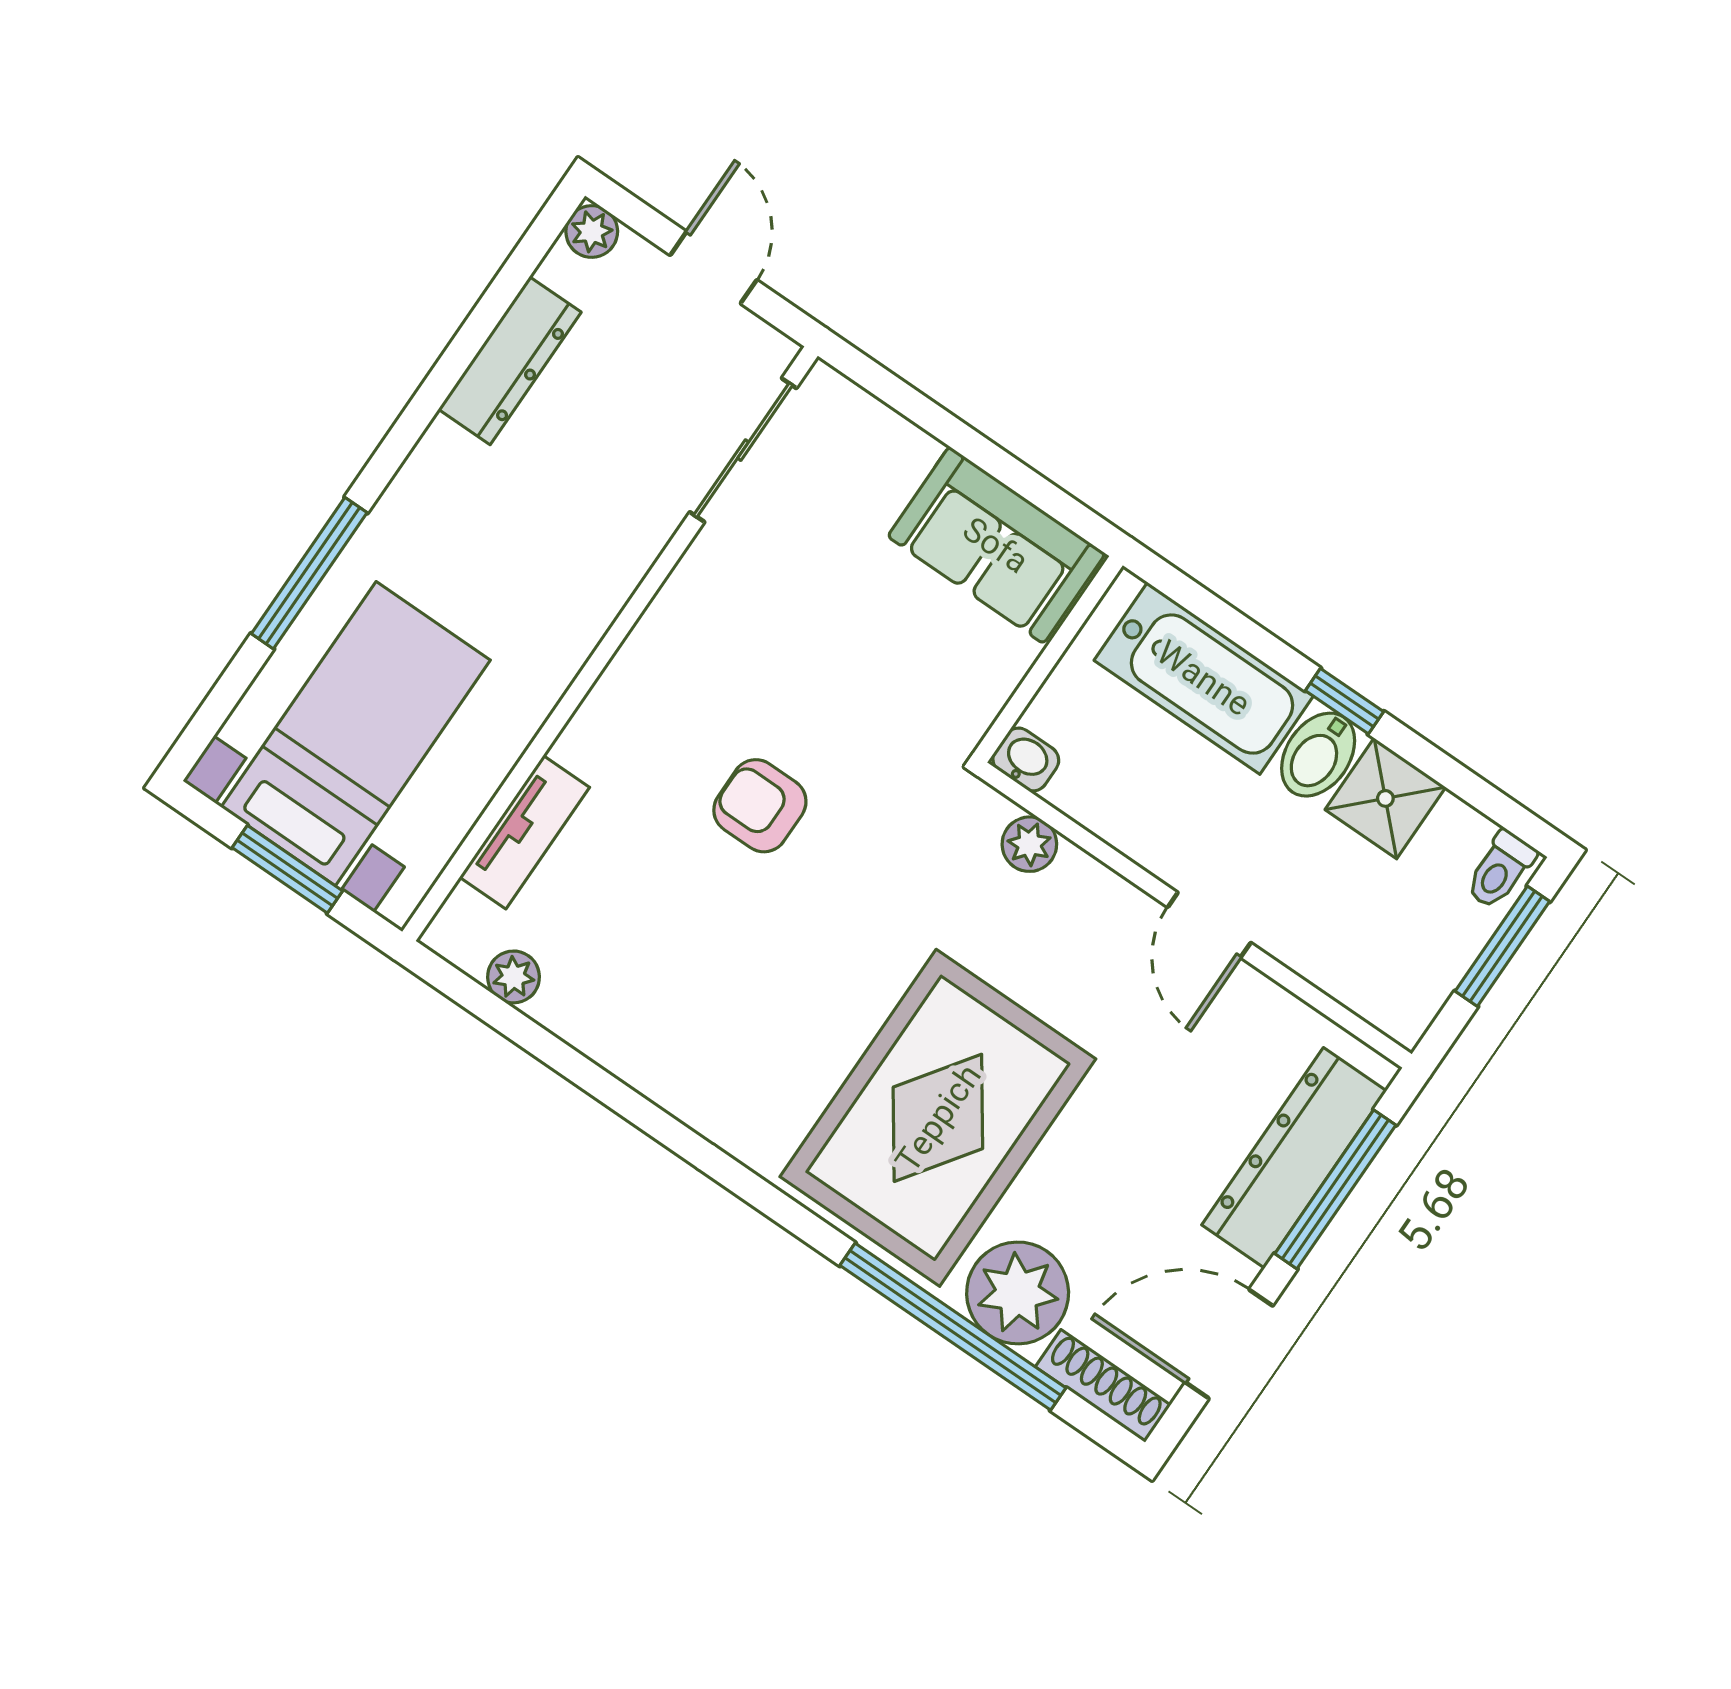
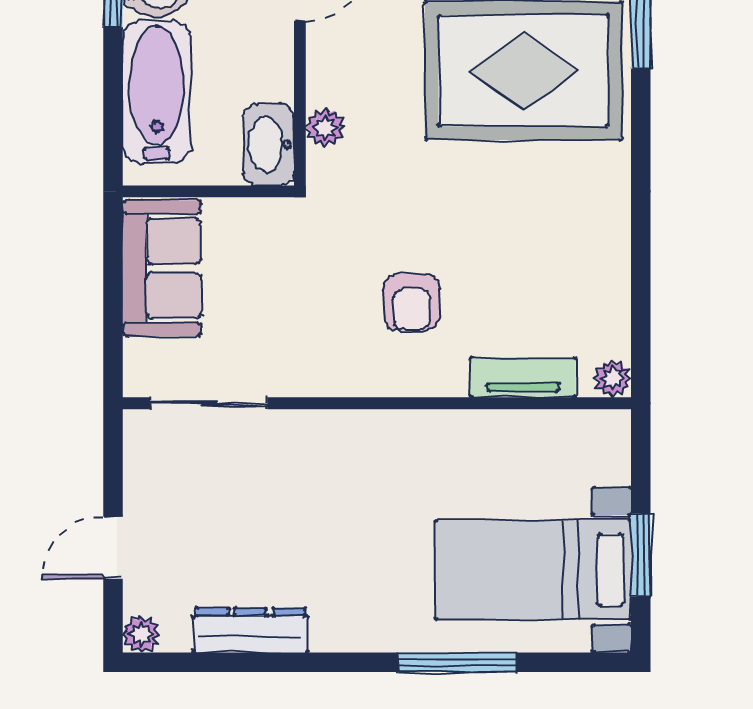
sliding door: (743, 450) -> (209, 403), moved
wall: (610, 644) -> (377, 403), moved
washbasin: (1026, 759) -> (269, 144), width x1.91, depth x1.45
tv unit: (525, 832) -> (523, 377), moved

